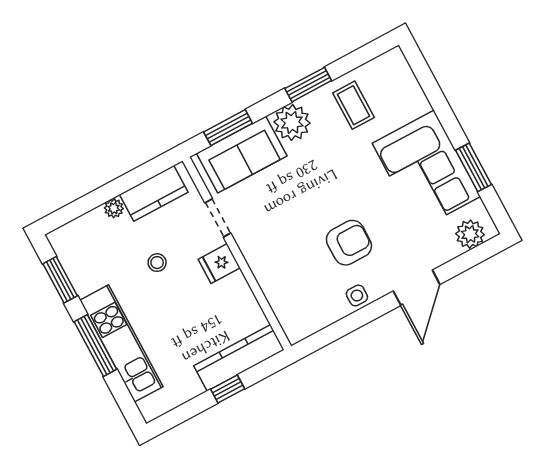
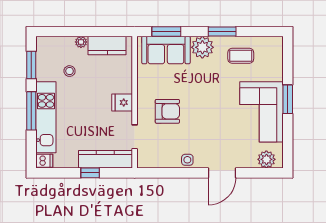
coffee table: (353, 105) -> (241, 56), turned 90
window: (474, 167) -> (288, 99), moved
doorway: (218, 218) -> (135, 137), moved
armchair: (349, 243) -> (167, 111), moved
stool: (157, 263) -> (70, 71), moved
dishwasher: (152, 407) -> (44, 161), added

